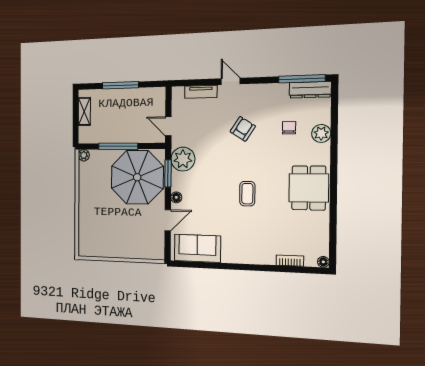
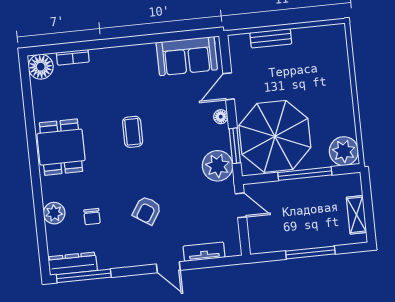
plant: (84, 155) -> (344, 151), width x1.87, depth x1.87
bench: (132, 253) -> (271, 38), added
floor lamp: (323, 262) -> (41, 67), width x1.89, depth x1.89

